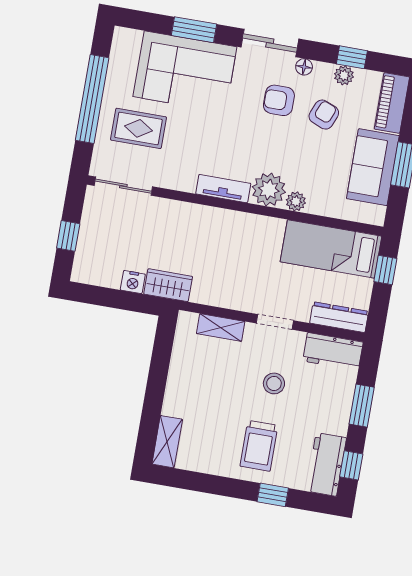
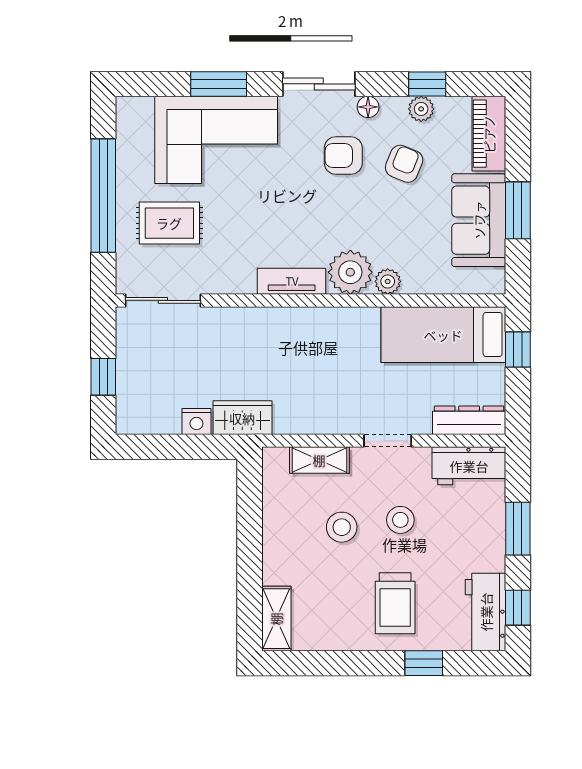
stool: (229, 381) -> (342, 527), added

